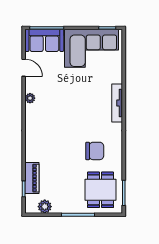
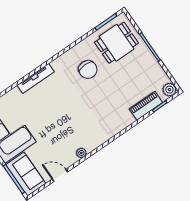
door: (24, 68) -> (60, 175), hinge flipped
chair: (95, 151) -> (88, 70), turned 180
plant: (45, 207) -> (169, 90), moved

